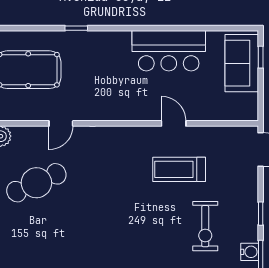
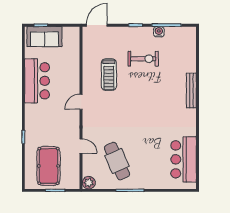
door: (174, 123) -> (81, 102), moved

